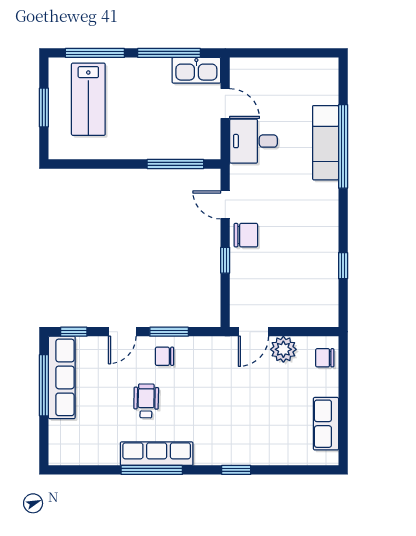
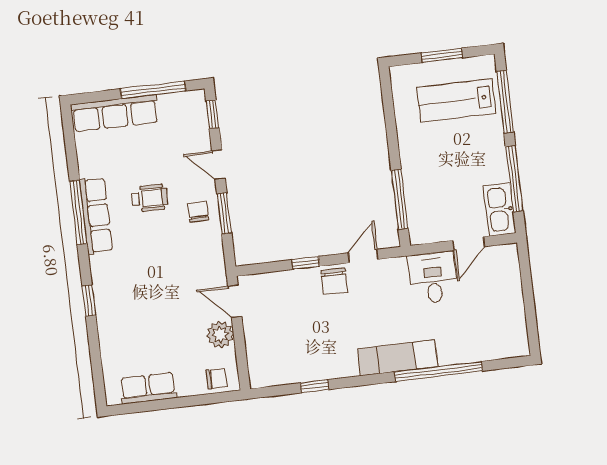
exam couch: (326, 143) -> (398, 358), moved
chair: (325, 358) -> (216, 379), turned 90
row of seats: (62, 377) -> (115, 113), moved

